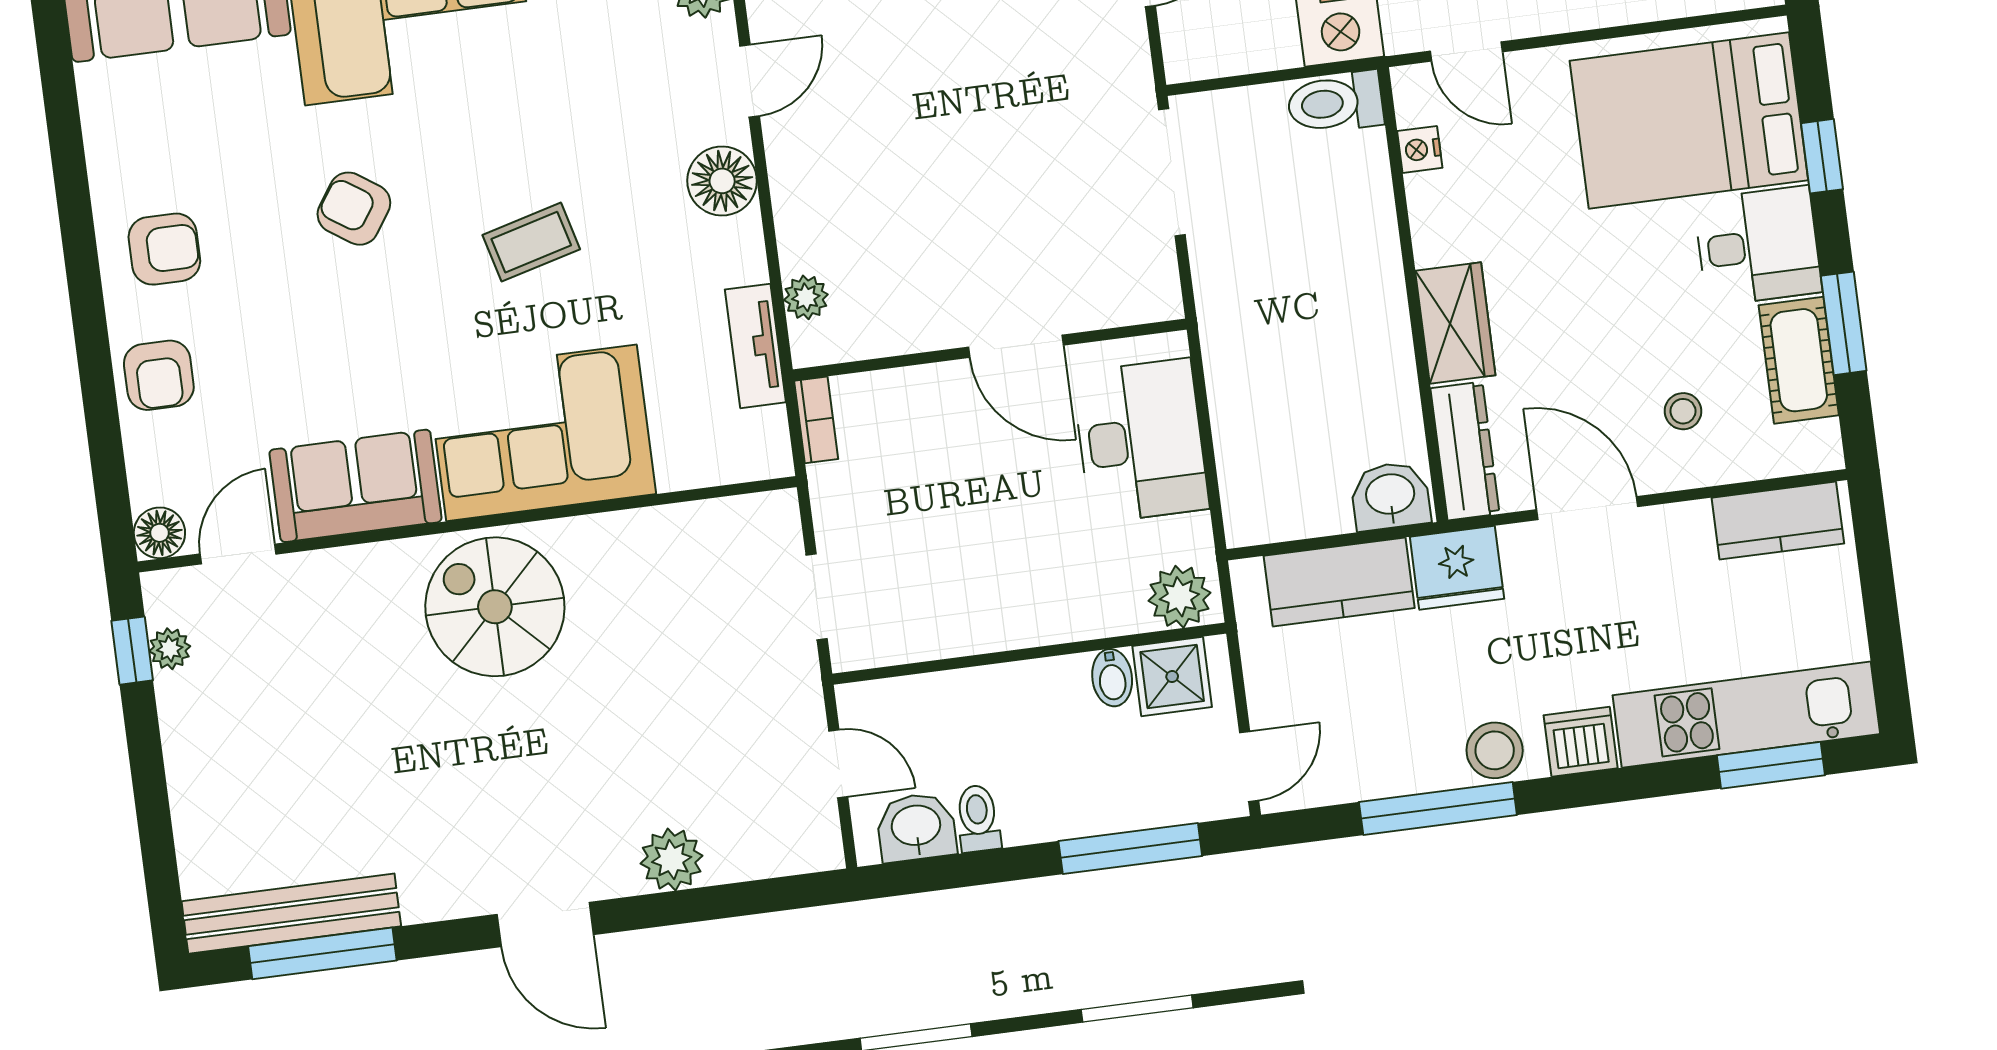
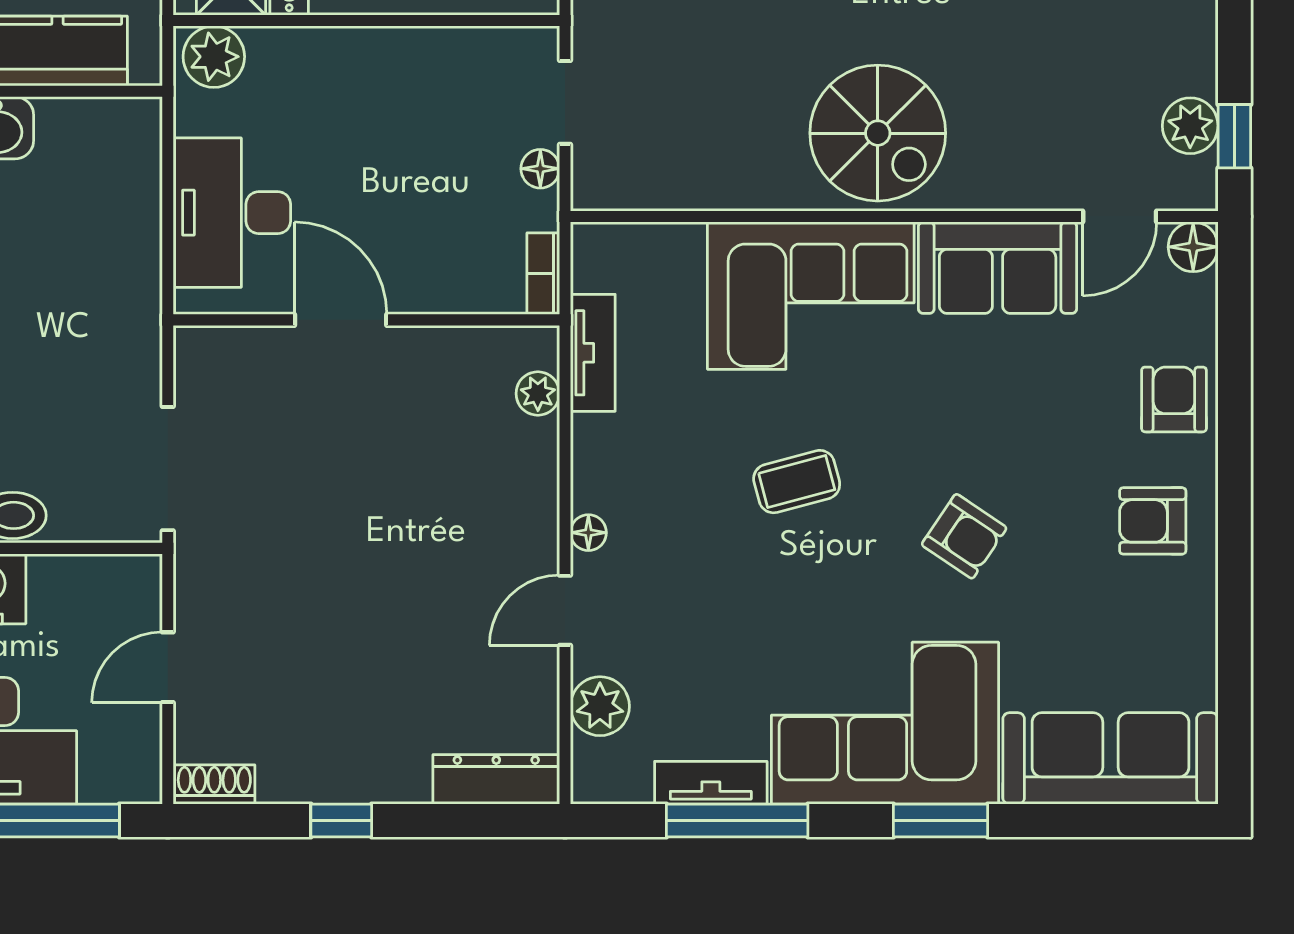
floor lamp: (722, 181) -> (588, 533), width x0.53, depth x0.53
floor lamp: (833, 526) -> (540, 169), added
plant: (170, 649) -> (1190, 126), width x1.38, depth x1.38

